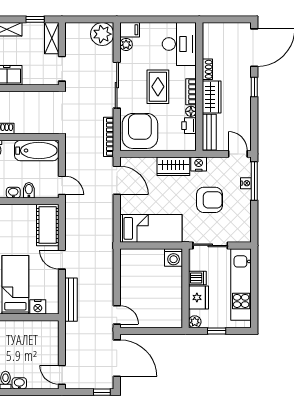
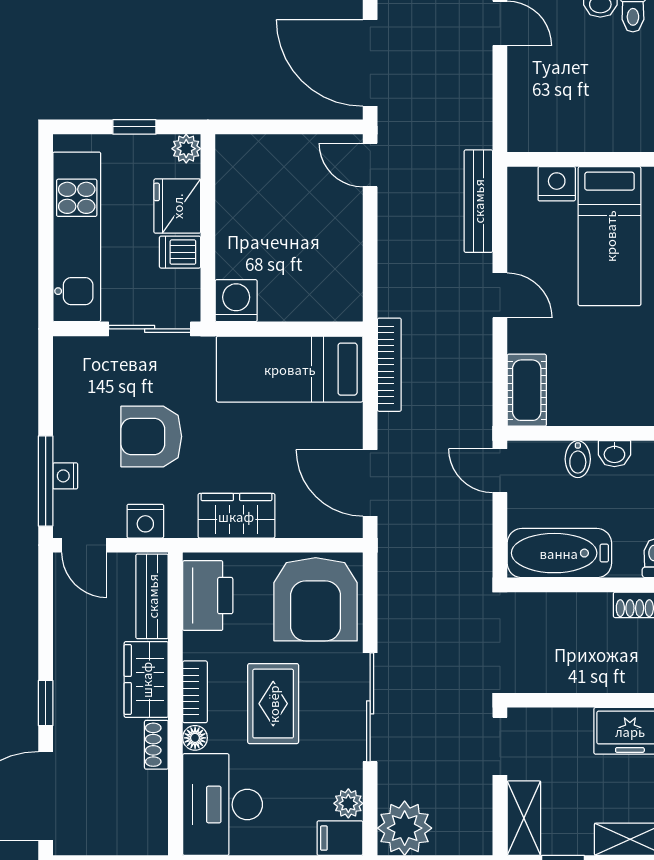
floor lamp: (191, 111) -> (195, 738), moved
printer: (189, 126) -> (208, 596), width x1.87, depth x1.48
bookcase: (109, 137) -> (389, 365), moved
nightstand: (199, 164) -> (145, 521), moved
cot: (48, 225) -> (527, 390), width x0.73, depth x0.75

